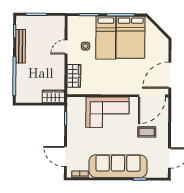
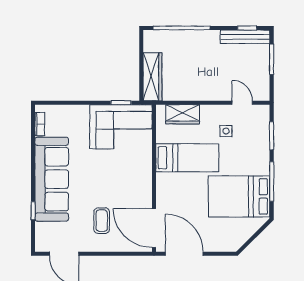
bed: (106, 38) -> (187, 158), moved, turned 180
bench: (21, 46) -> (245, 37), moved
door: (66, 47) -> (242, 103), moved
wardrobe: (53, 96) -> (152, 77), width x1.50
corner sofa: (107, 112) -> (121, 127), moved, turned -90
door: (65, 157) -> (65, 103), removed

